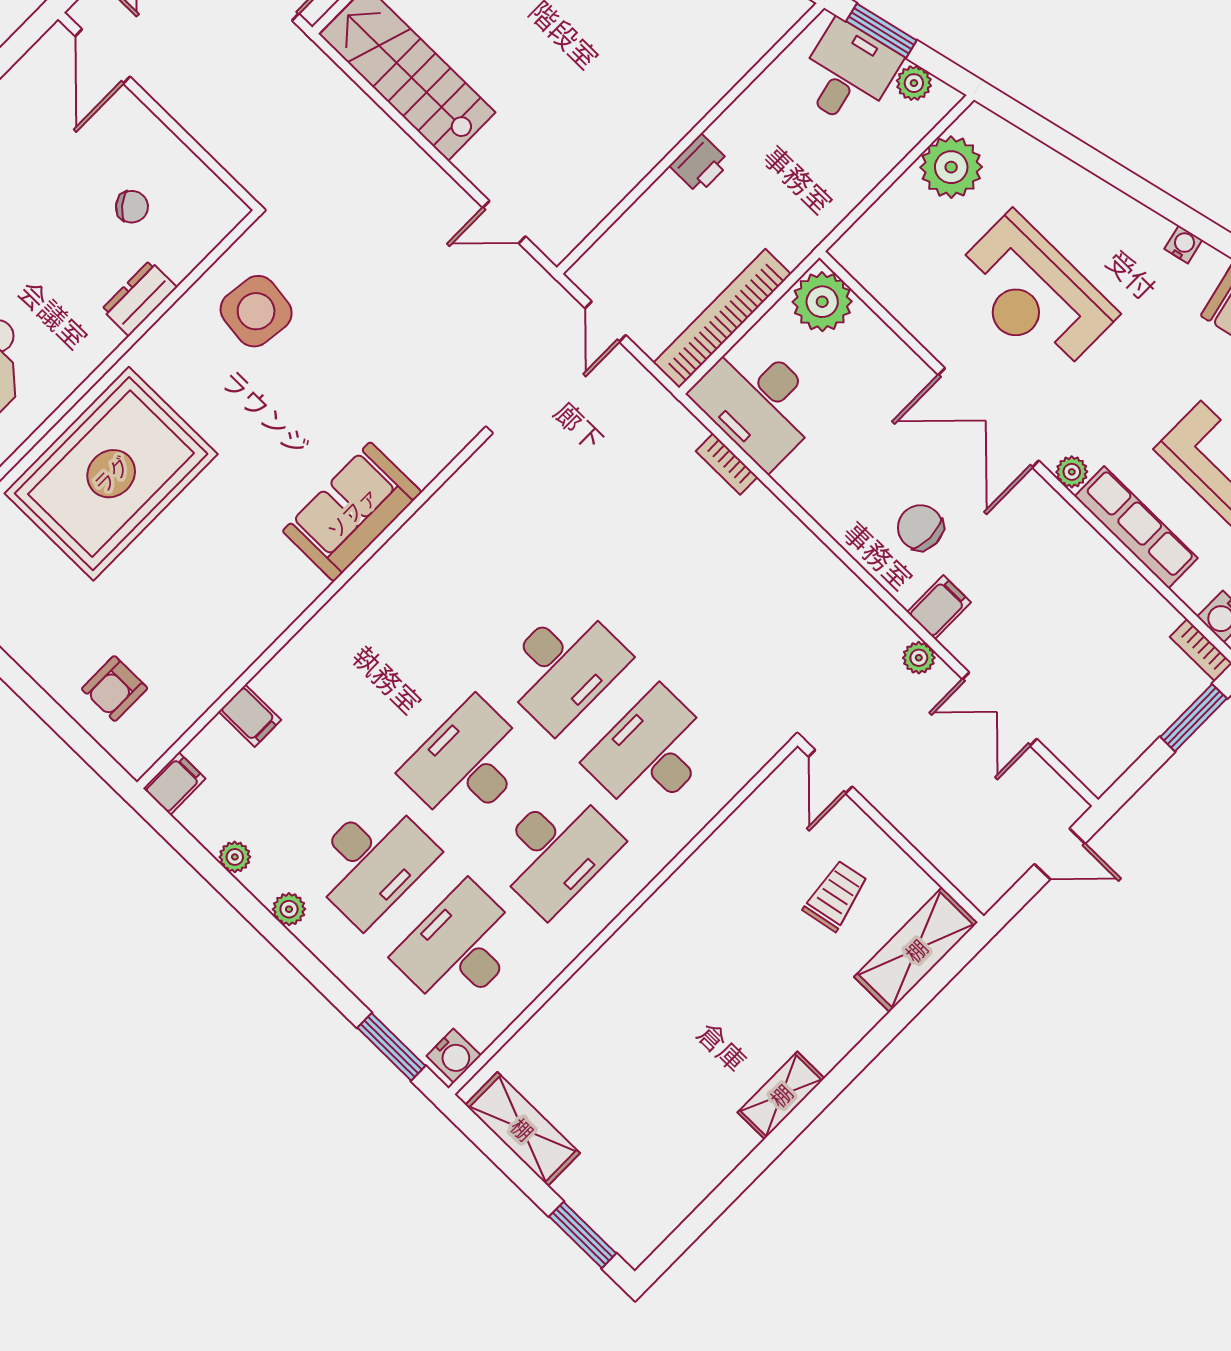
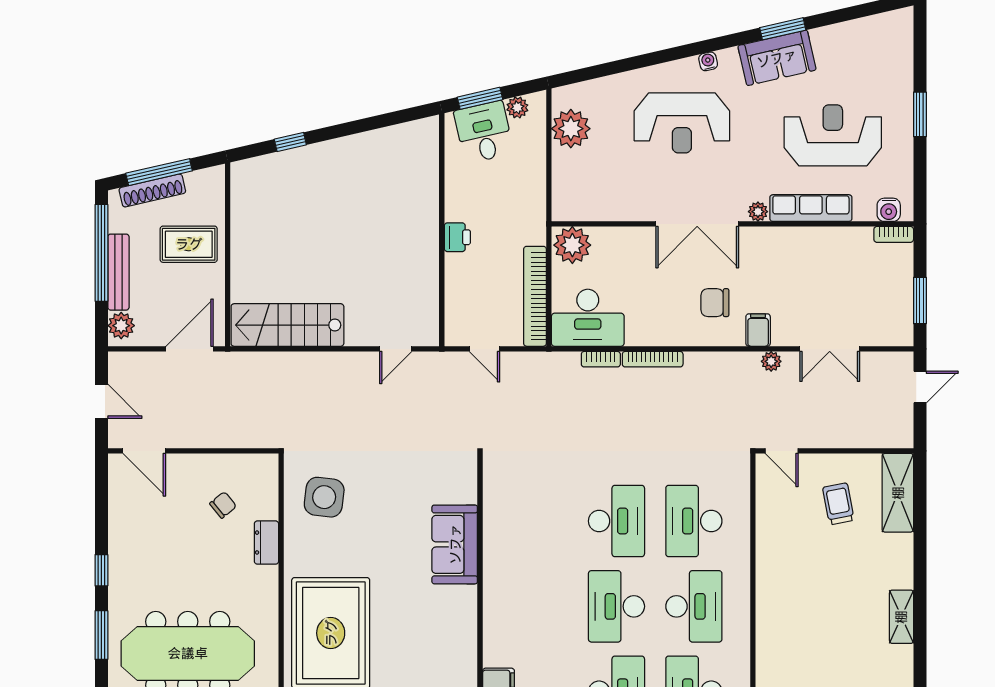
reception desk: (1033, 295) -> (682, 123), moved
bookcase: (786, 522) -> (653, 359), added
window: (1194, 718) -> (920, 301), moved

